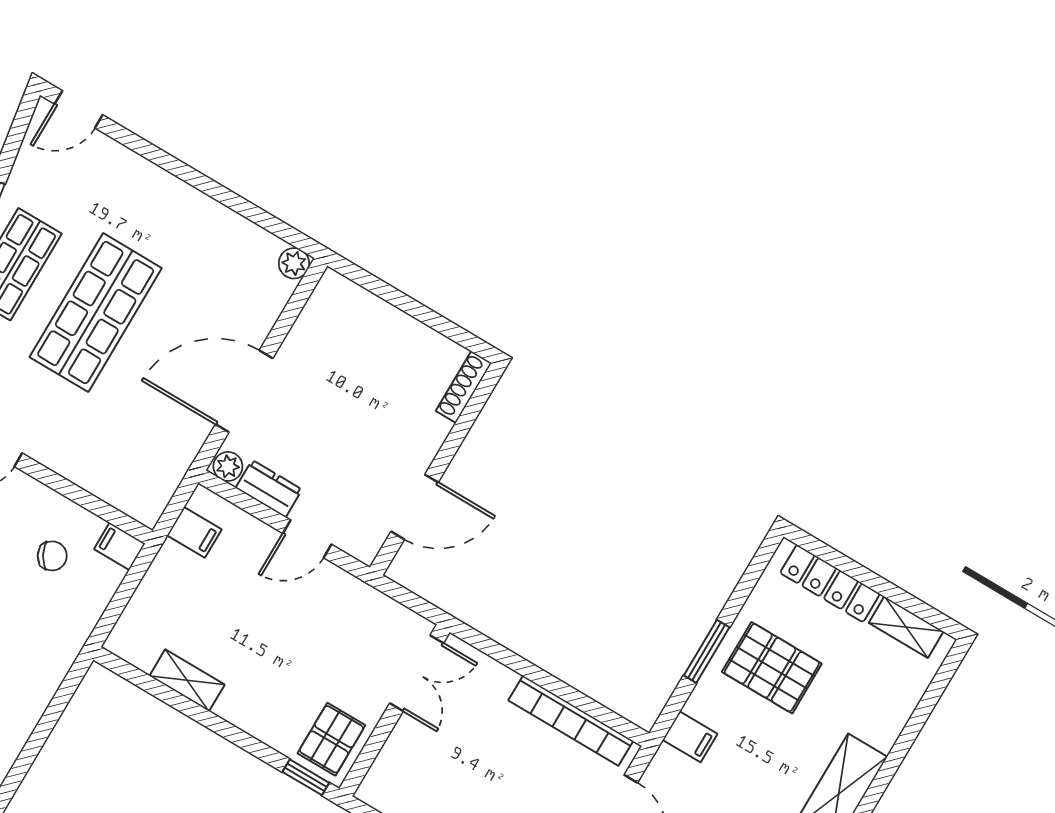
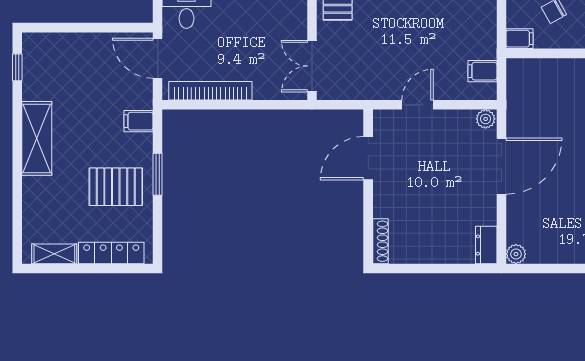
dresser: (269, 489) -> (486, 245), moved, turned 90

